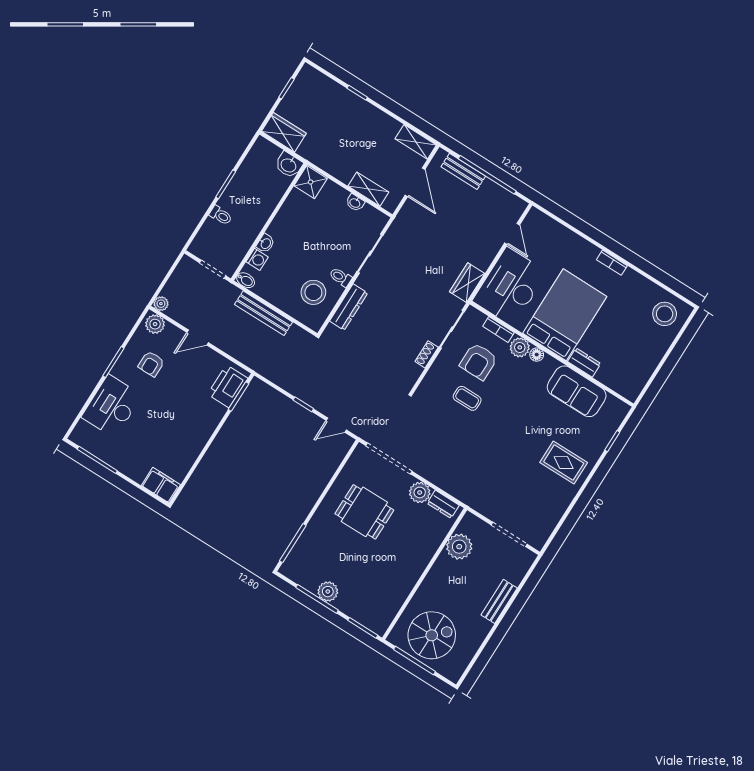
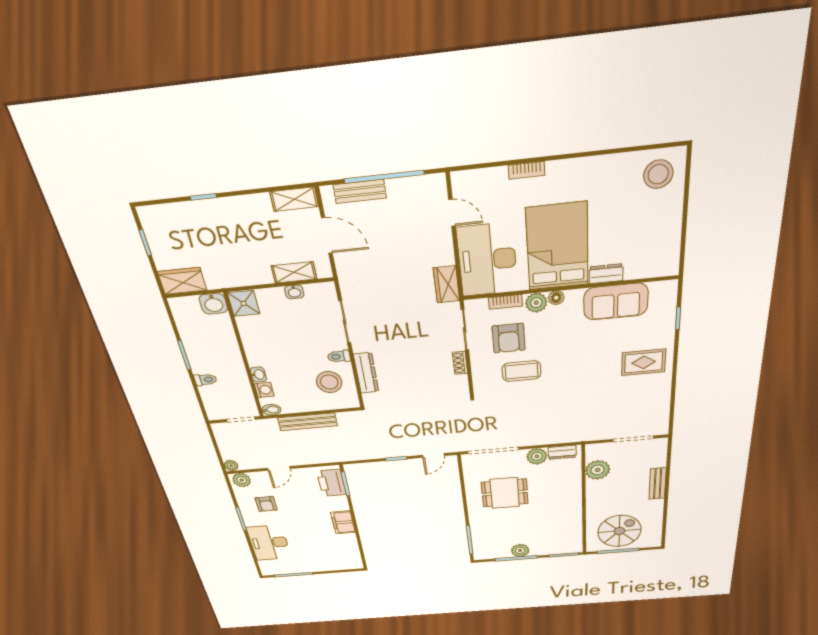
bookcase: (612, 263) -> (527, 170), moved
coffee table: (467, 398) -> (521, 371), width x1.36, depth x1.30
filing cabinet: (161, 485) -> (343, 522), moved, turned -90

